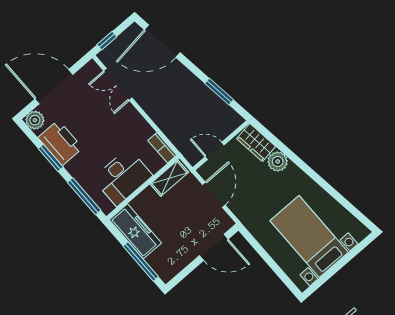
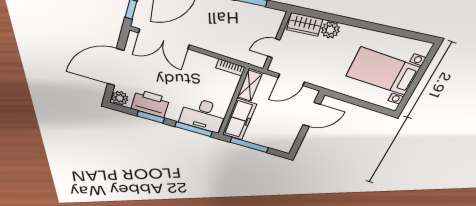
double door: (118, 84) -> (164, 39), width x1.37
desk: (123, 177) -> (203, 115), moved, turned 90
door: (214, 195) -> (291, 80), swing flipped
freezer: (135, 231) -> (239, 119), moved, turned 90
window: (141, 261) -> (249, 145), moved

